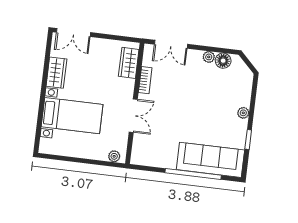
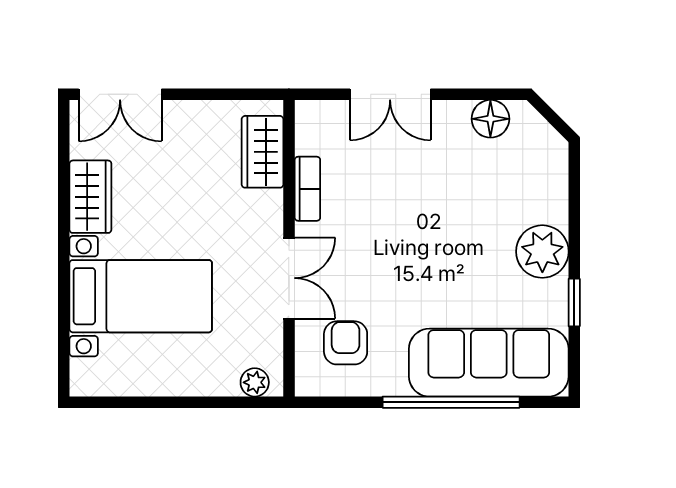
double door: (171, 44) -> (390, 94), moved
plant: (209, 57) -> (455, 114), removed
plant: (243, 113) -> (542, 252), width x1.88, depth x1.88
armchair: (153, 145) -> (346, 343), added

